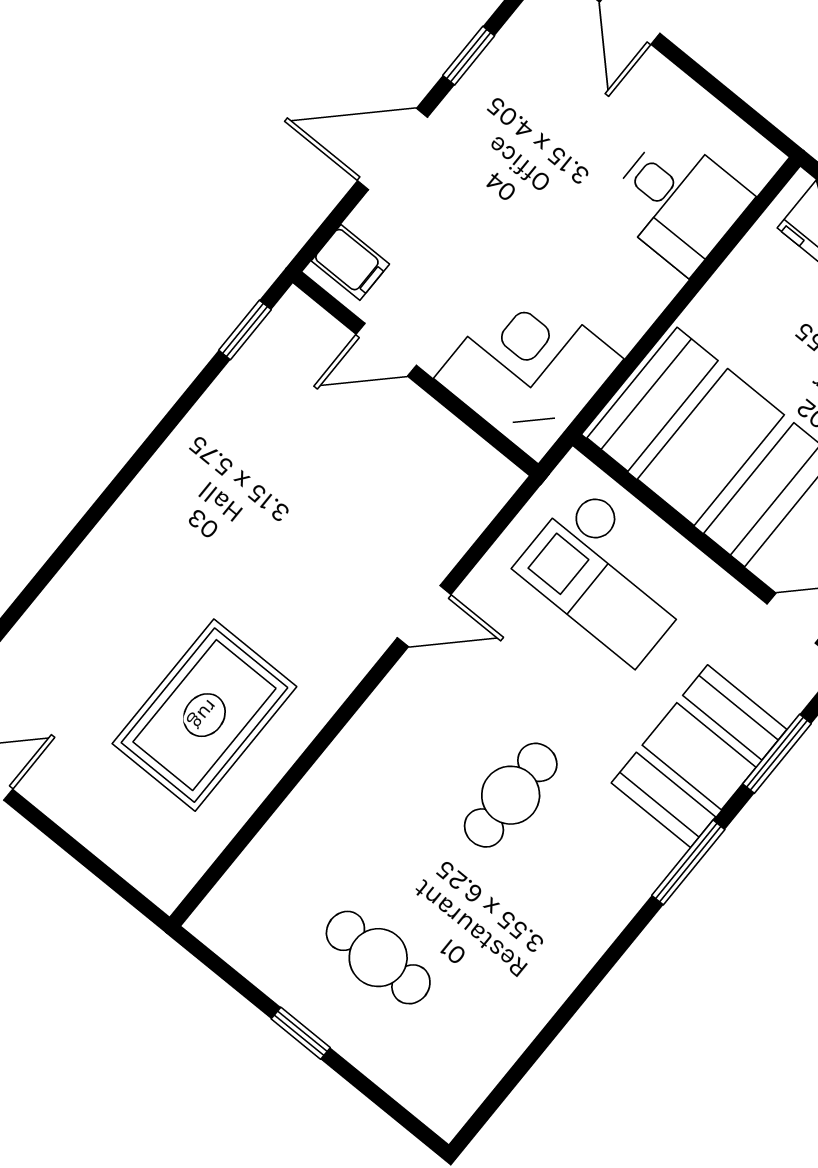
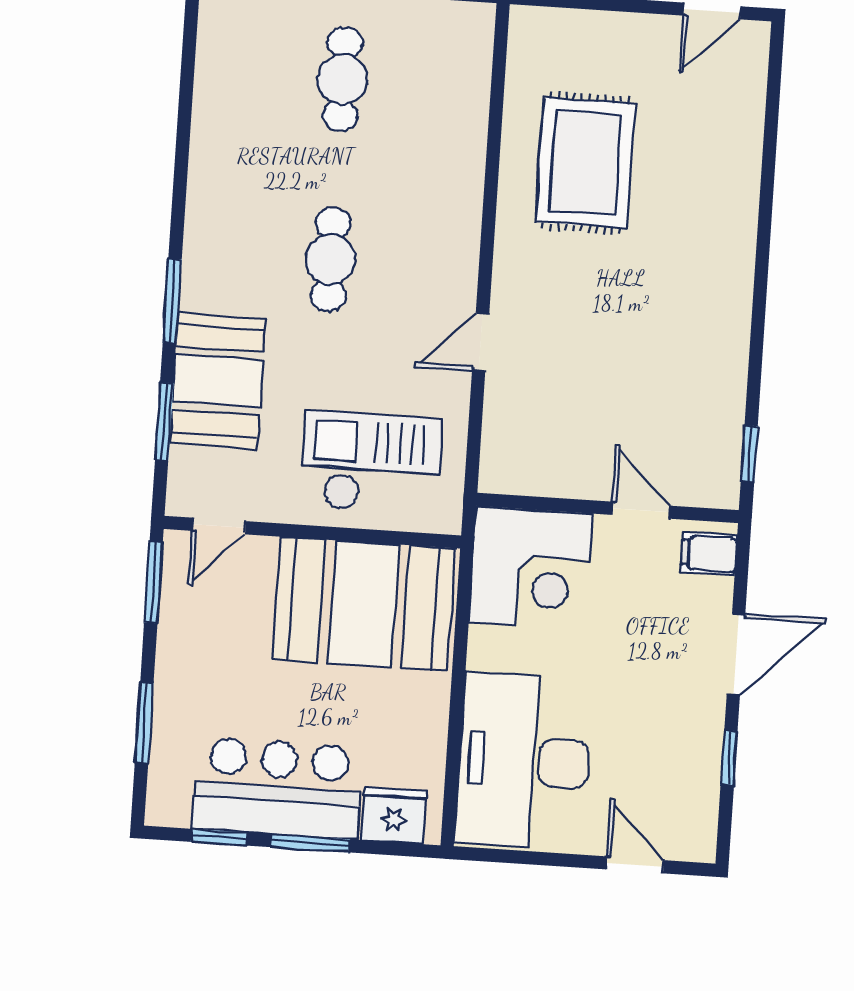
desk: (678, 202) -> (524, 761), width x1.87, depth x1.30
door: (386, 350) -> (640, 510), hinge flipped
cafe table: (378, 958) -> (342, 79), turned 90

